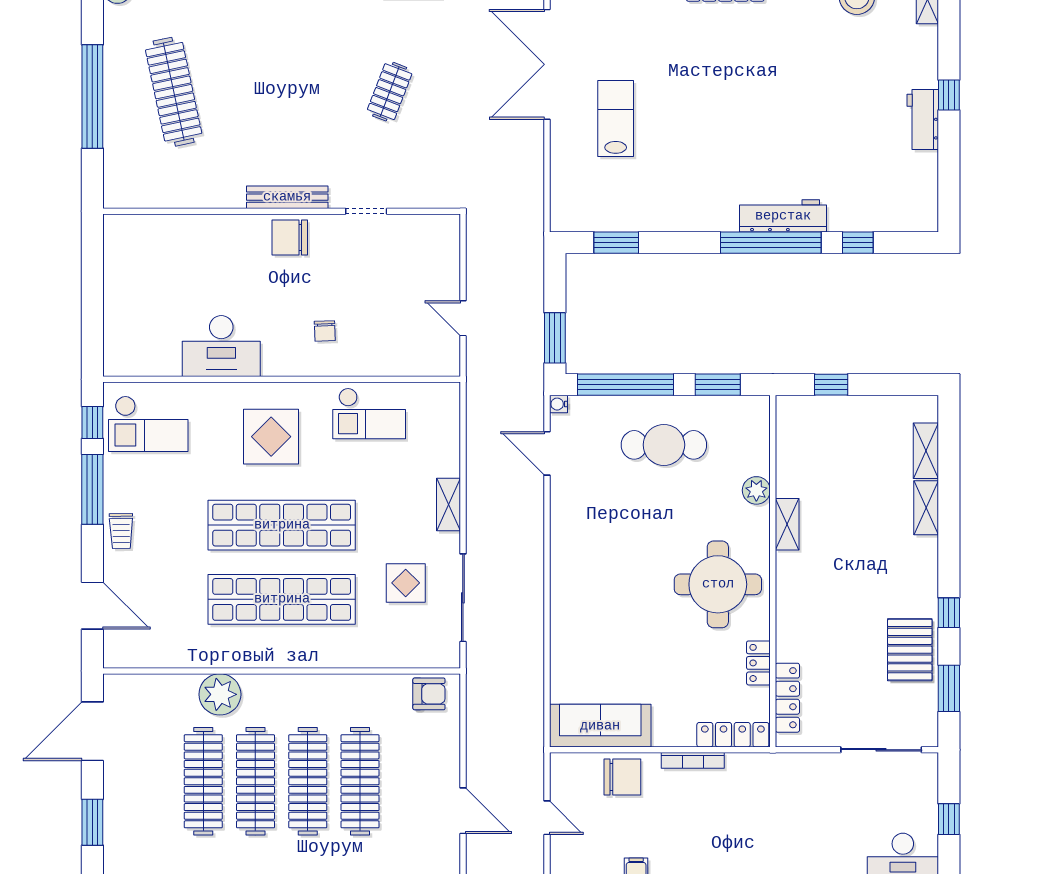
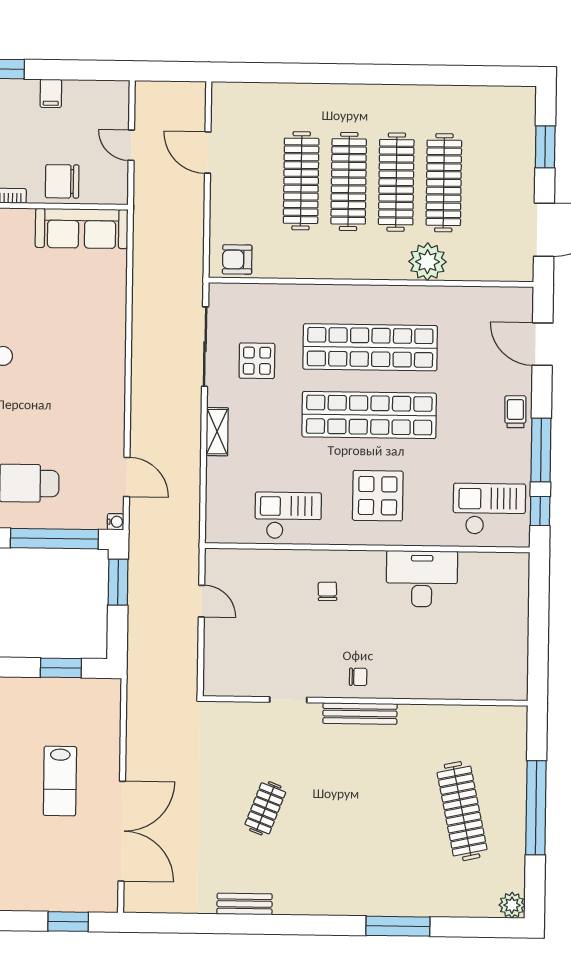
chair: (290, 237) -> (358, 677), width x0.54, depth x0.54

